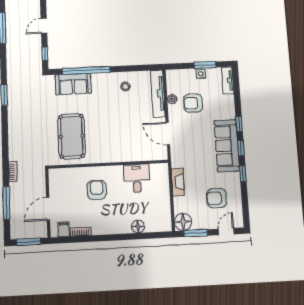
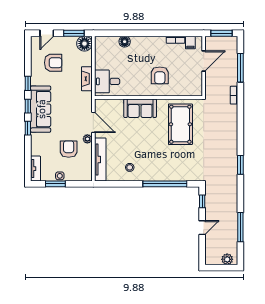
sofa: (73, 84) -> (140, 108), moved, turned 180
plant: (172, 99) -> (87, 139), moved
armchair: (193, 103) -> (69, 149), turned -90
desk: (137, 178) -> (107, 81), moved, turned 90

